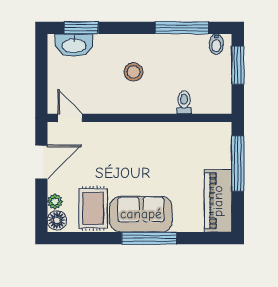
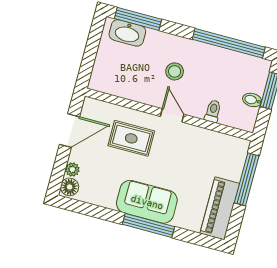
window: (81, 28) -> (138, 19), width x1.44
window: (182, 28) -> (229, 43), width x1.46
bidet: (216, 44) -> (252, 100), moved, turned 90
door: (70, 118) -> (172, 115), moved
rug: (93, 208) -> (131, 138), moved, turned 90

